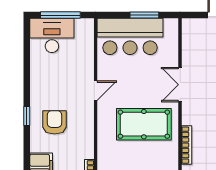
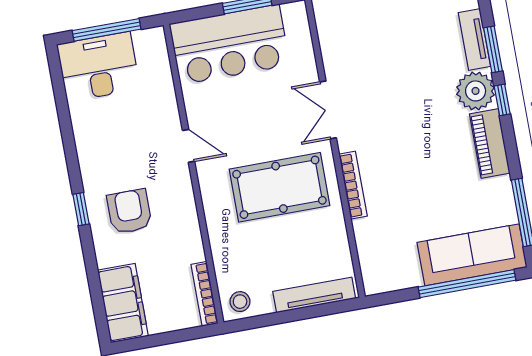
door: (96, 91) -> (189, 146), hinge flipped
bookcase: (187, 145) -> (353, 185), moved

